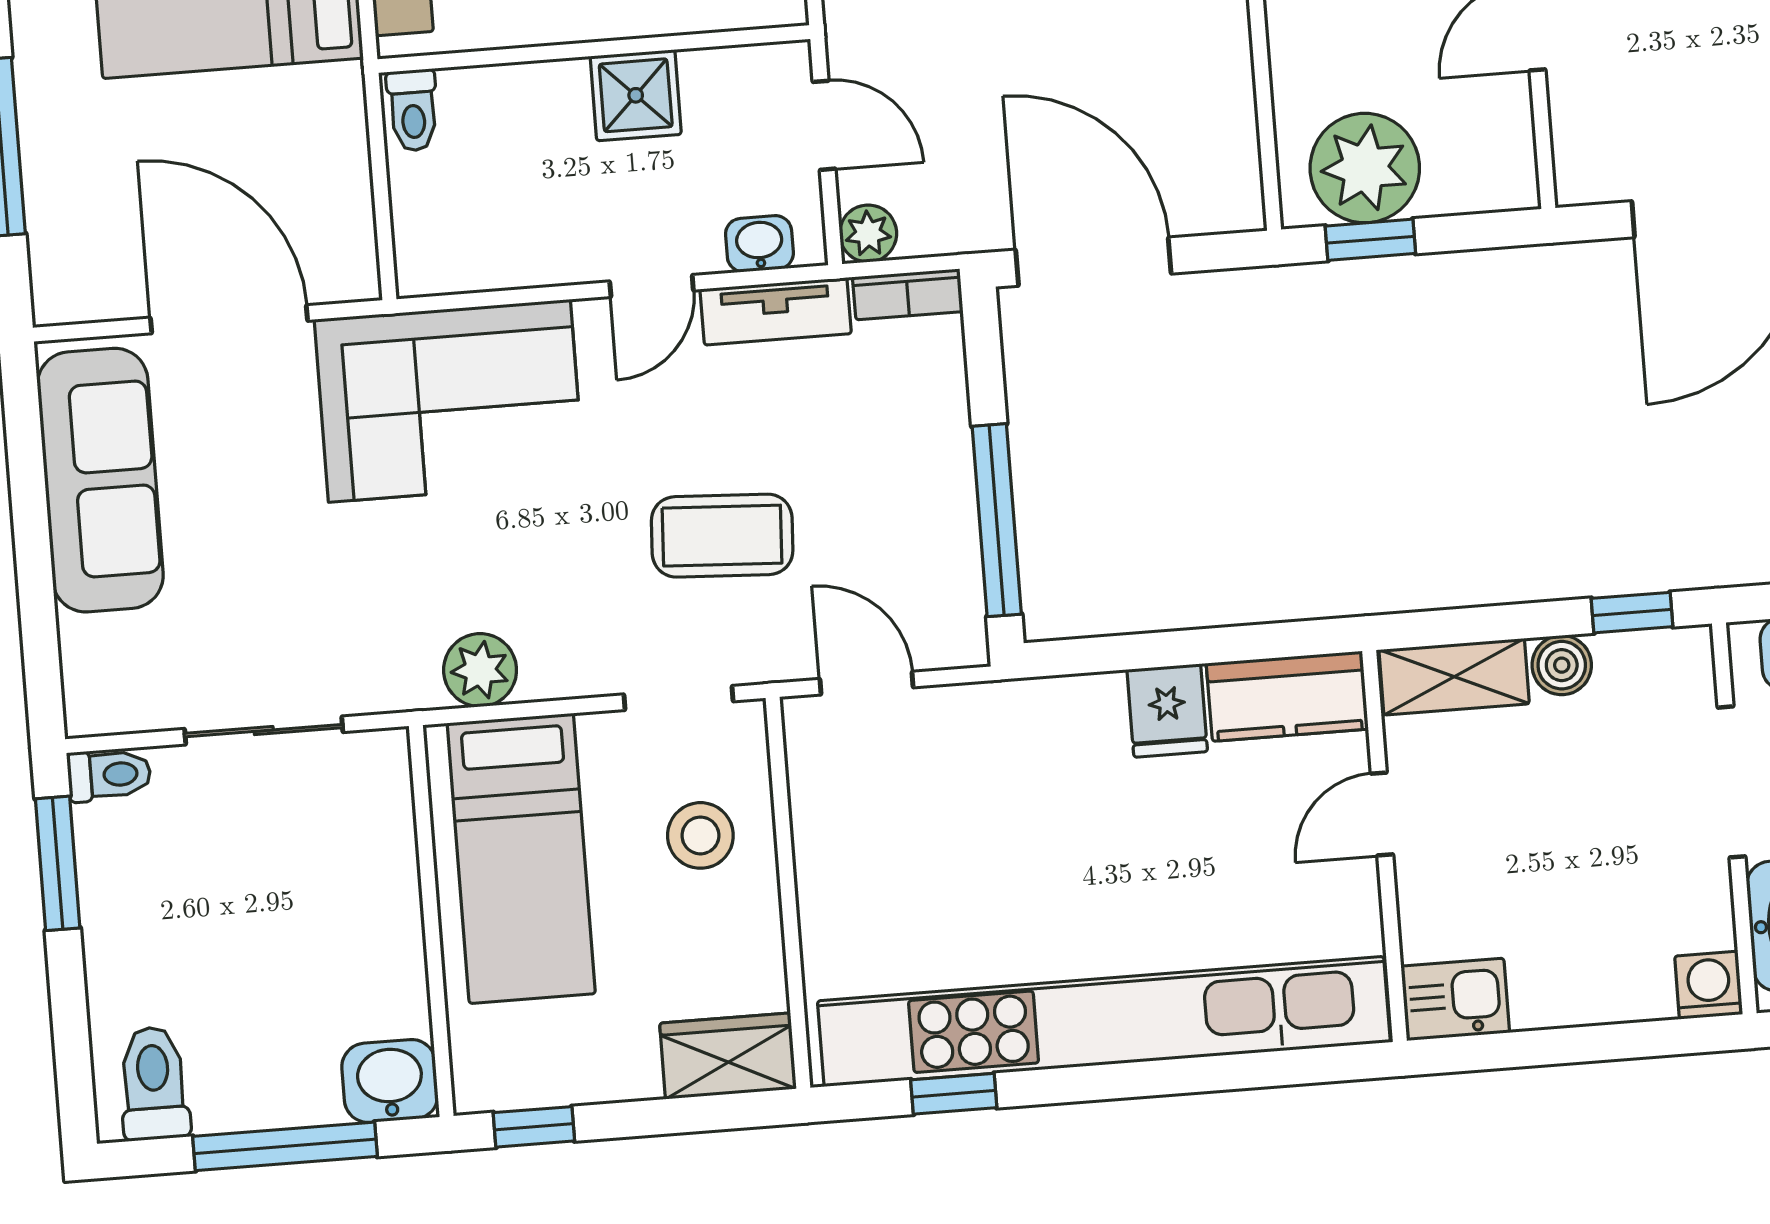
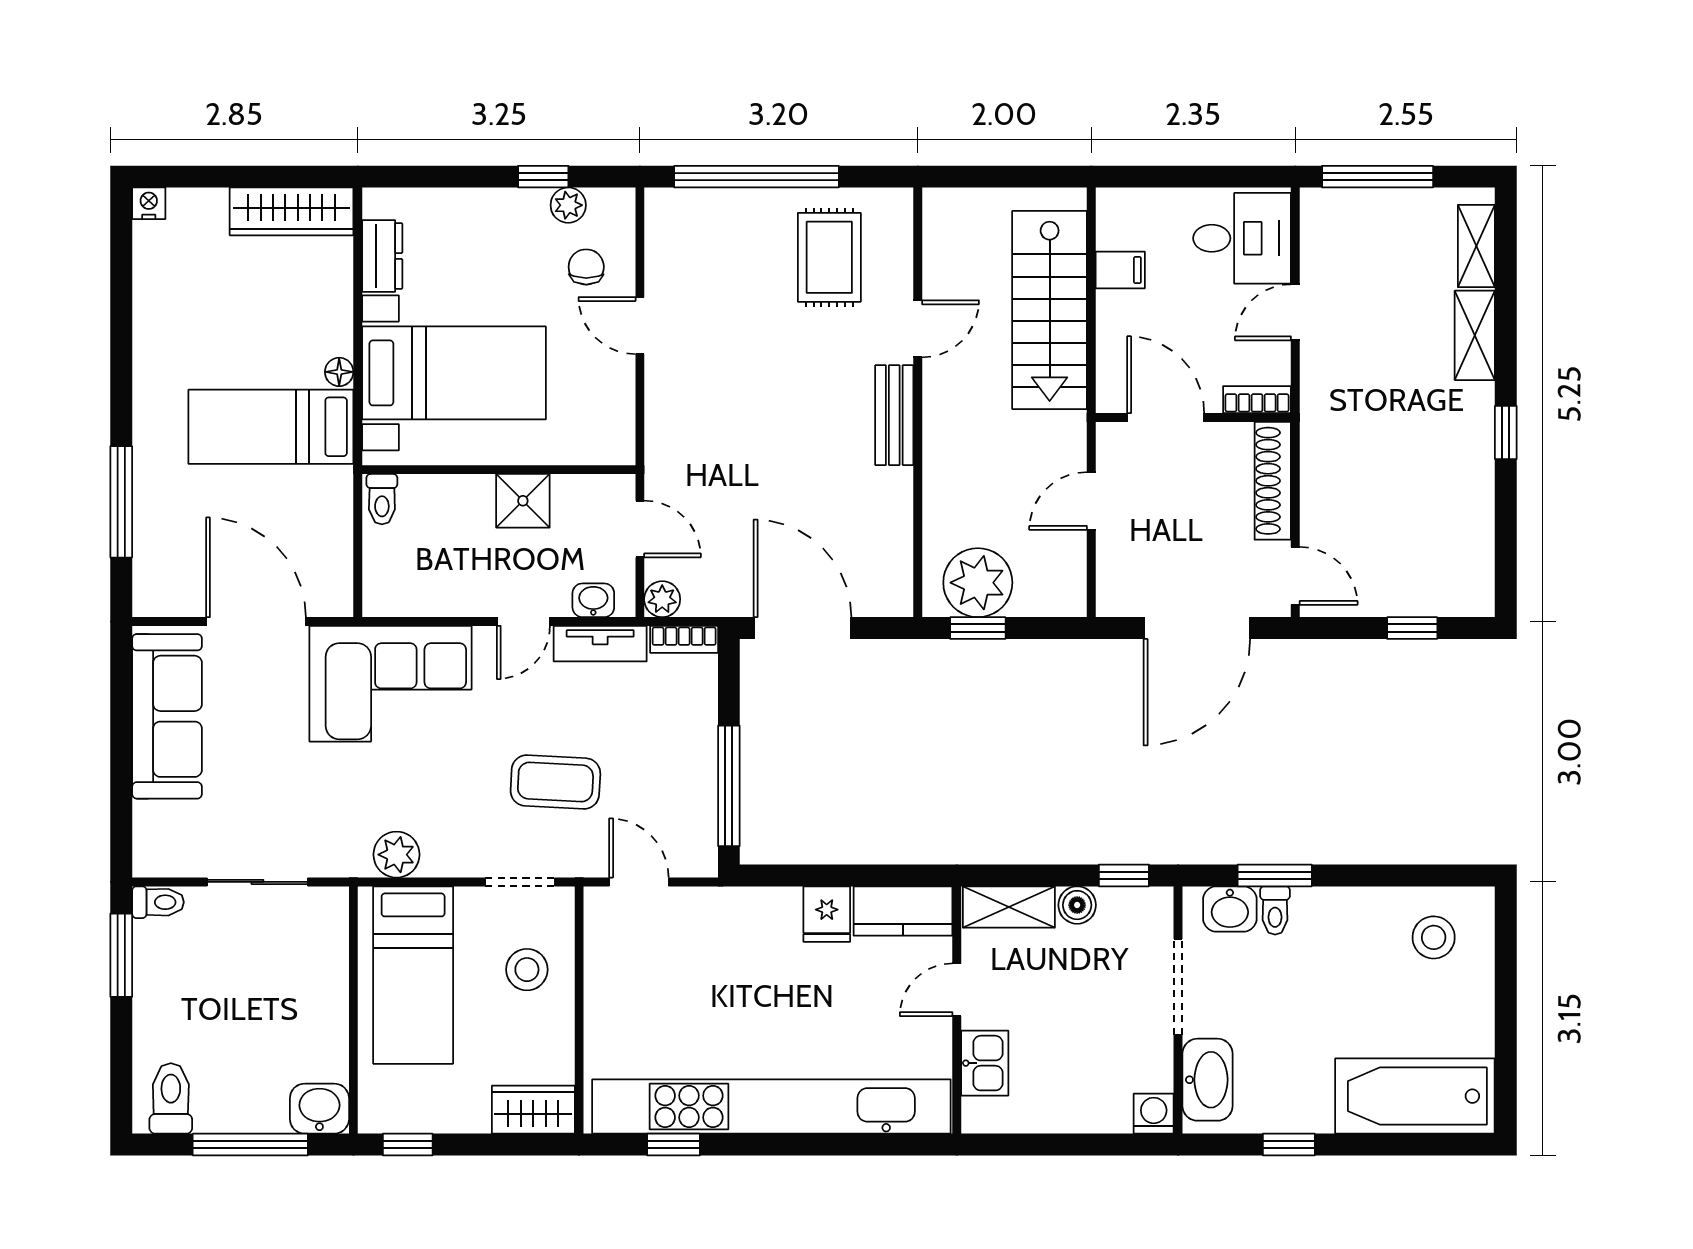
kitchen sink: (1455, 999) -> (985, 1063), moved, turned 90

